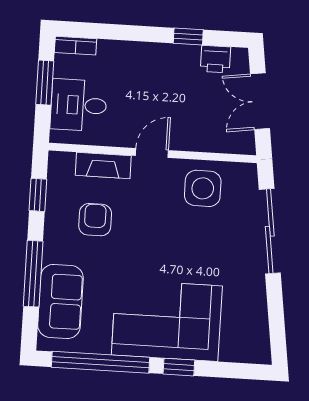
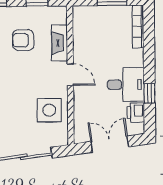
bookcase: (76, 46) -> (138, 27), width x1.56
desk: (79, 105) -> (126, 85), moved, turned 90
armchair: (95, 220) -> (23, 40), turned 180

